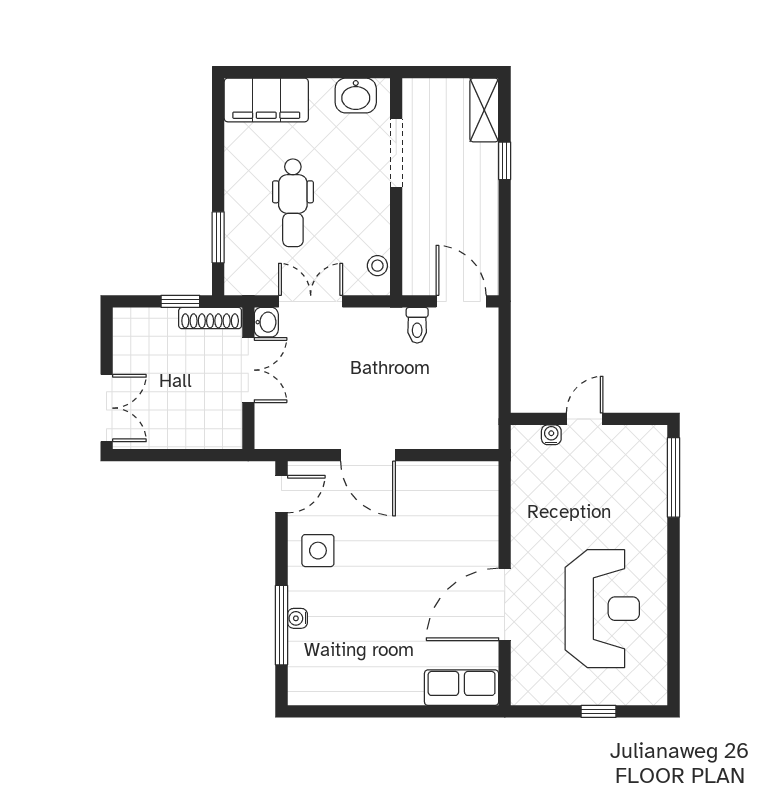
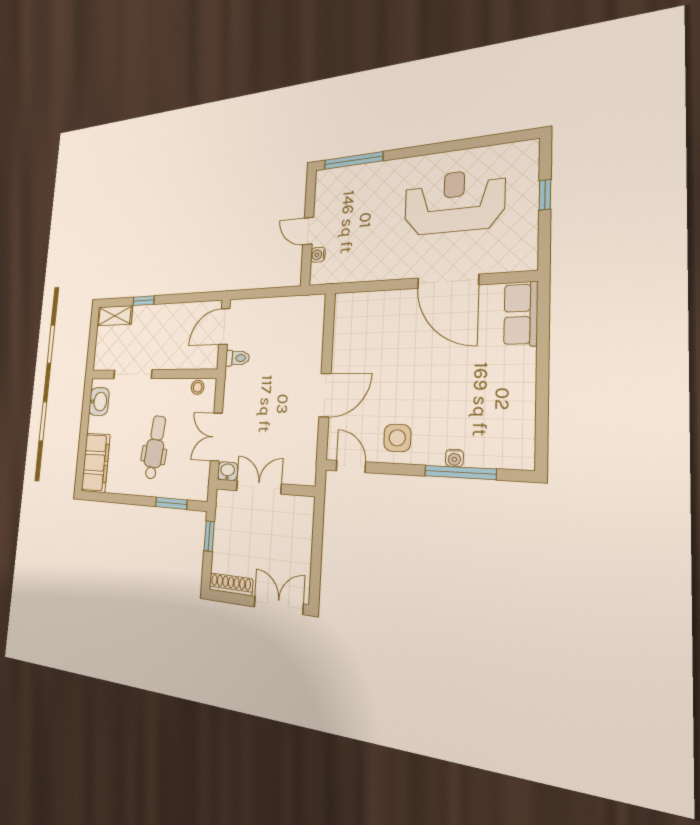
dental chair: (293, 203) -> (155, 447), turned -84
shoe rack: (210, 318) -> (231, 584), moved, turned -90

